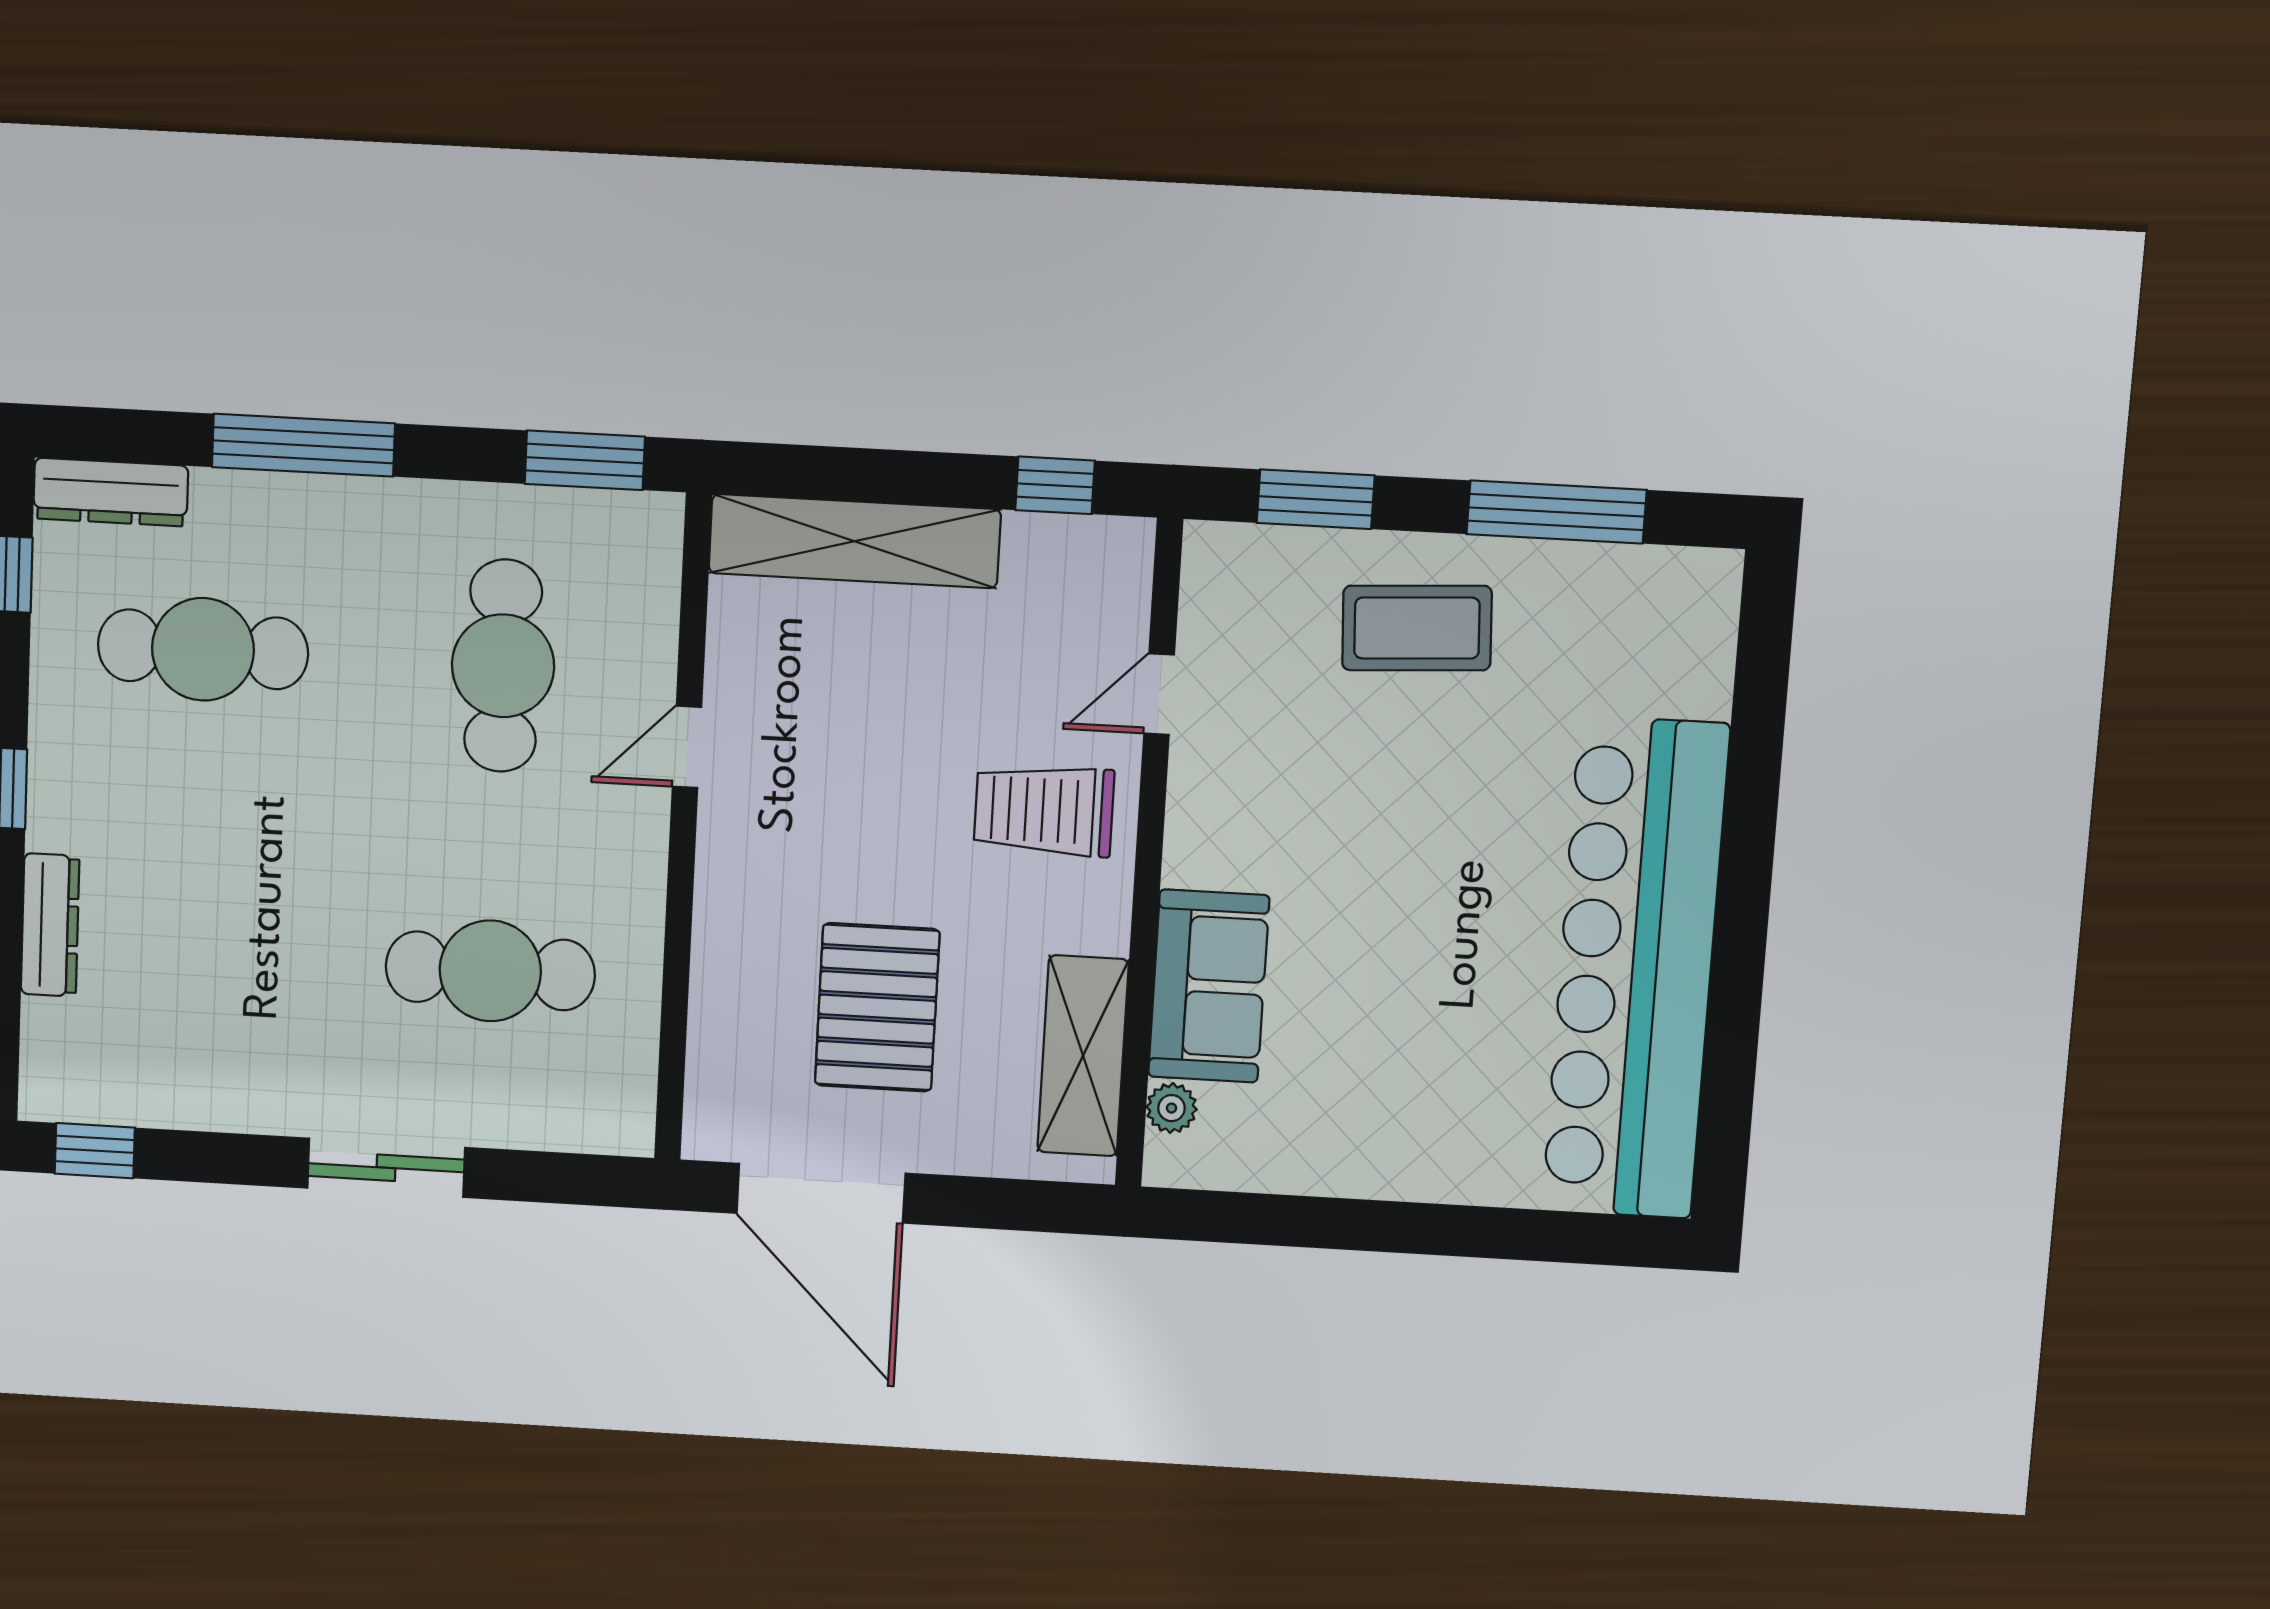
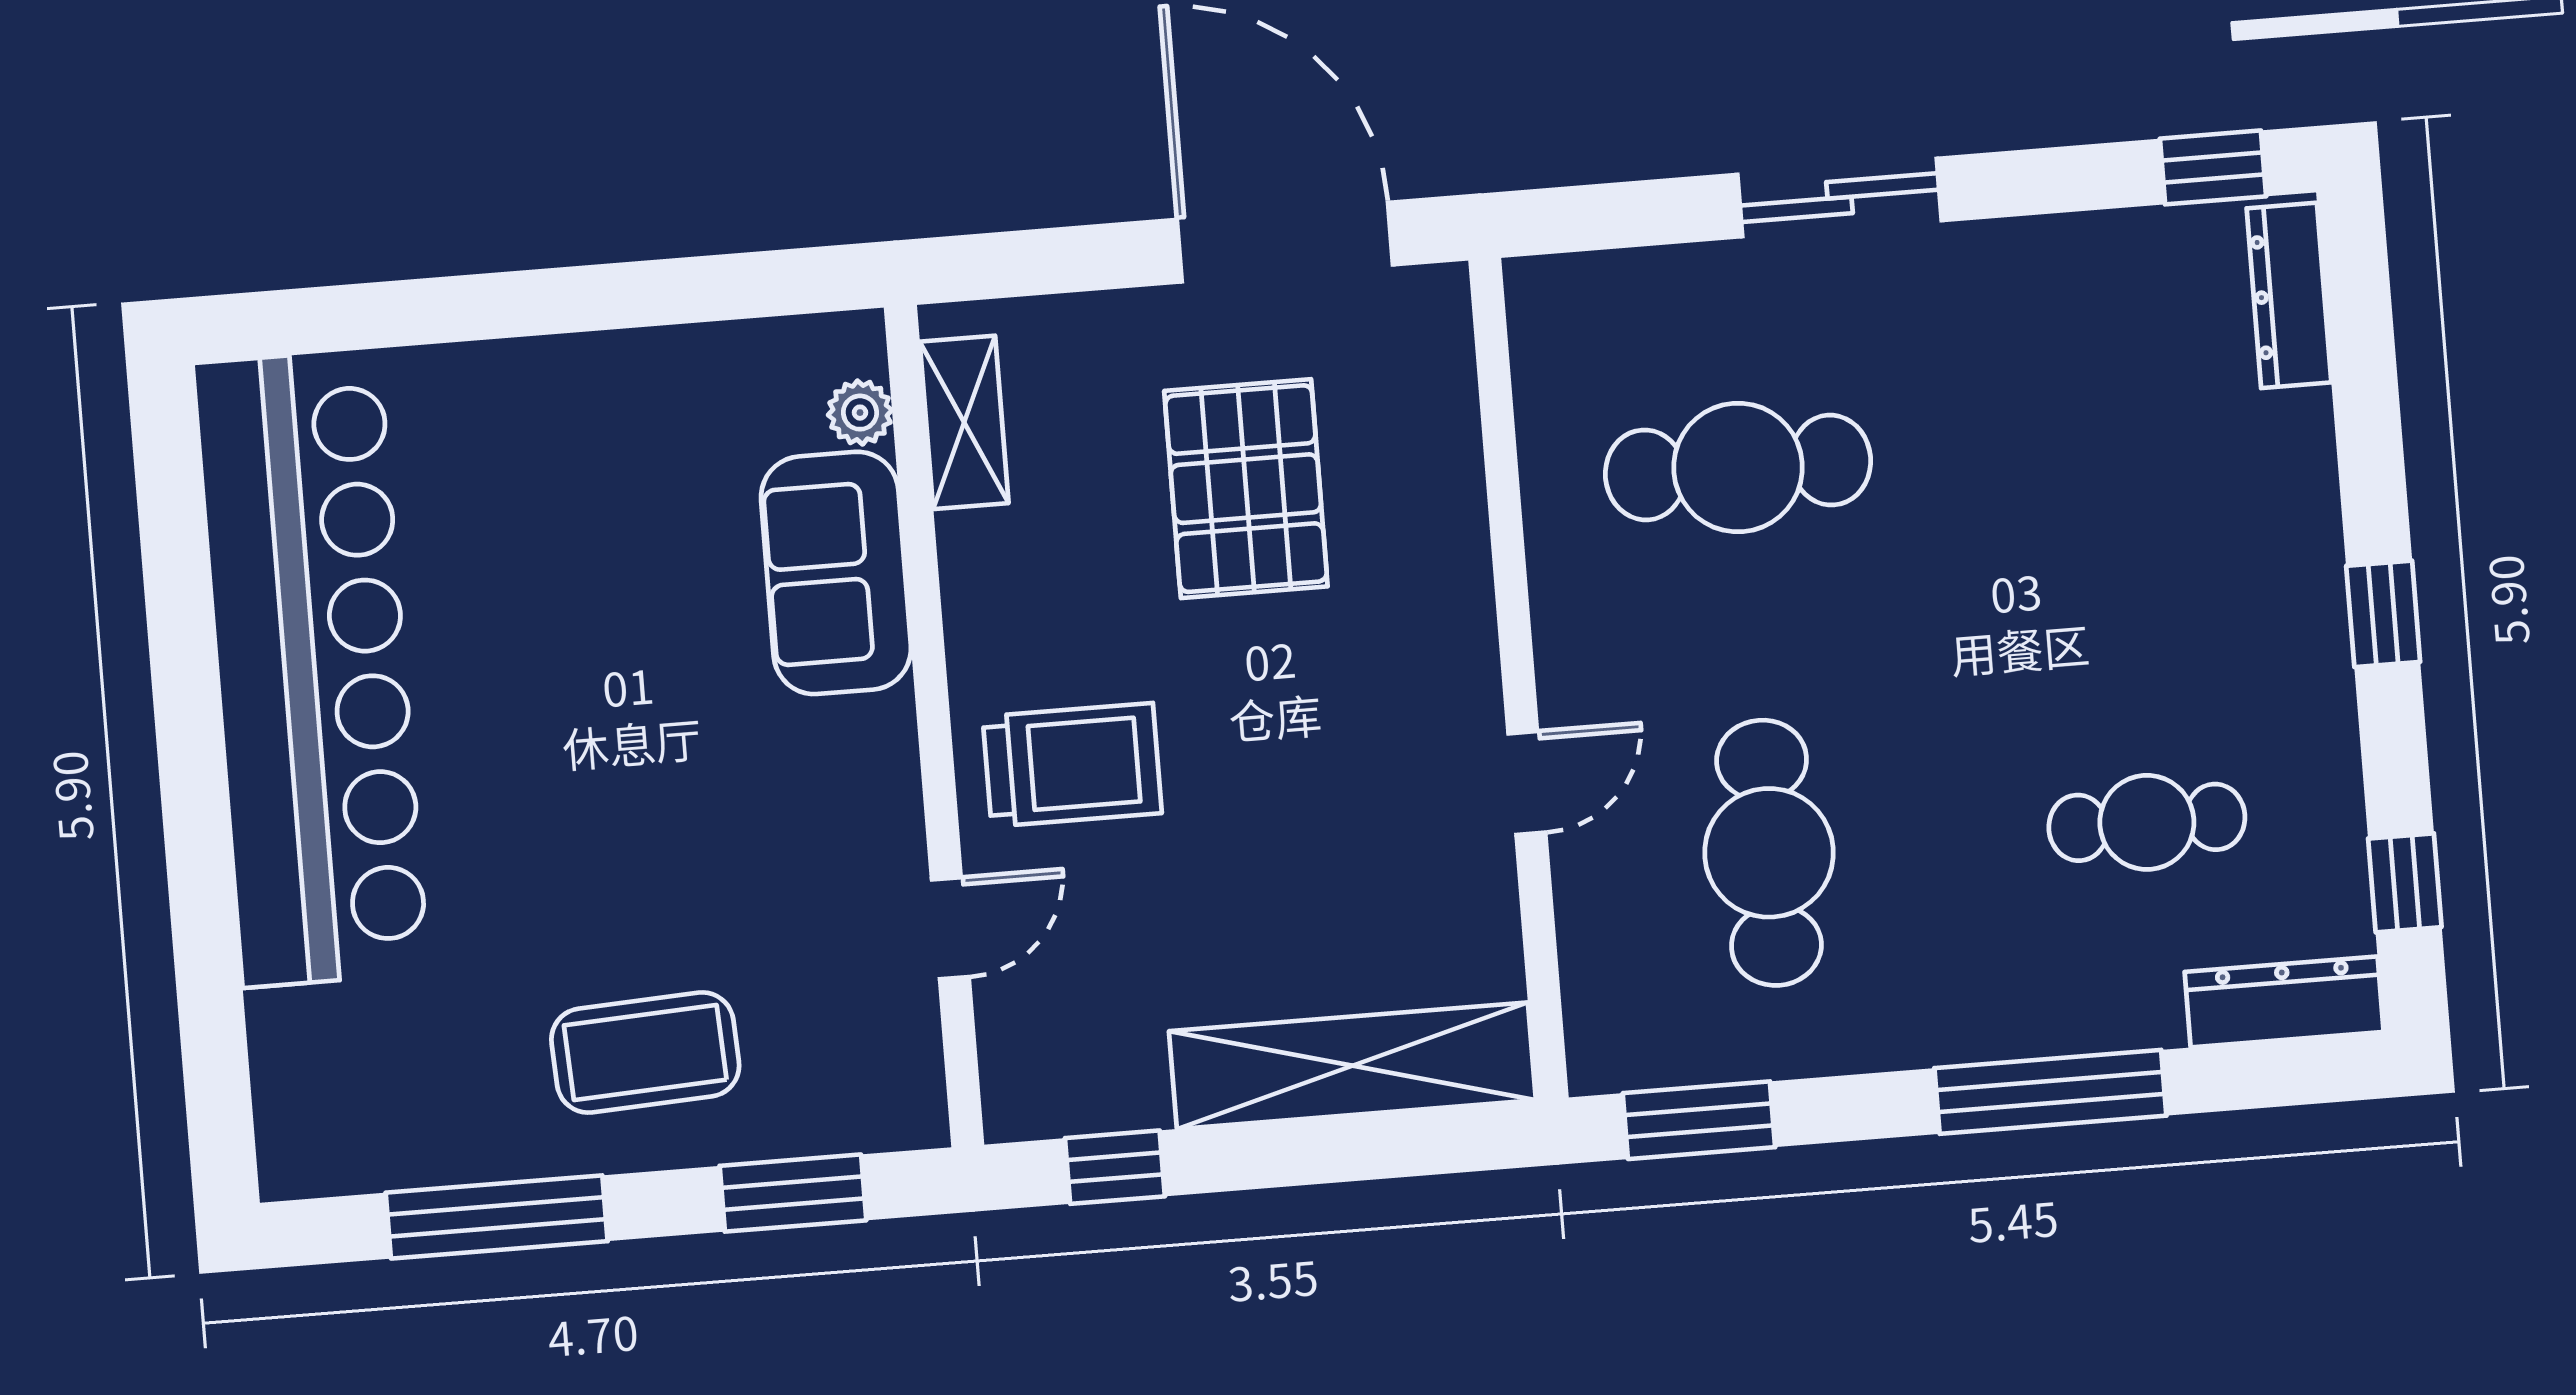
cafe table: (203, 649) -> (2147, 822), width x0.73, depth x0.74
dresser: (50, 925) -> (2289, 295), moved
shelving: (1083, 1056) -> (964, 422), width x0.67, depth x0.75

